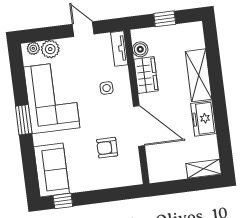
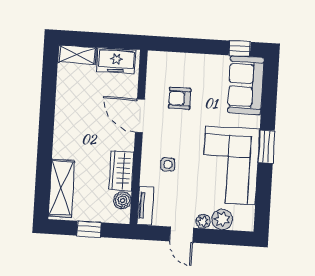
plant: (33, 48) -> (203, 221), moved
shelving: (199, 75) -> (61, 188), moved
freezer: (203, 118) -> (116, 61), moved, turned 90
door: (139, 126) -> (140, 116), width x0.73
armchair: (107, 148) -> (180, 98), turned 180

